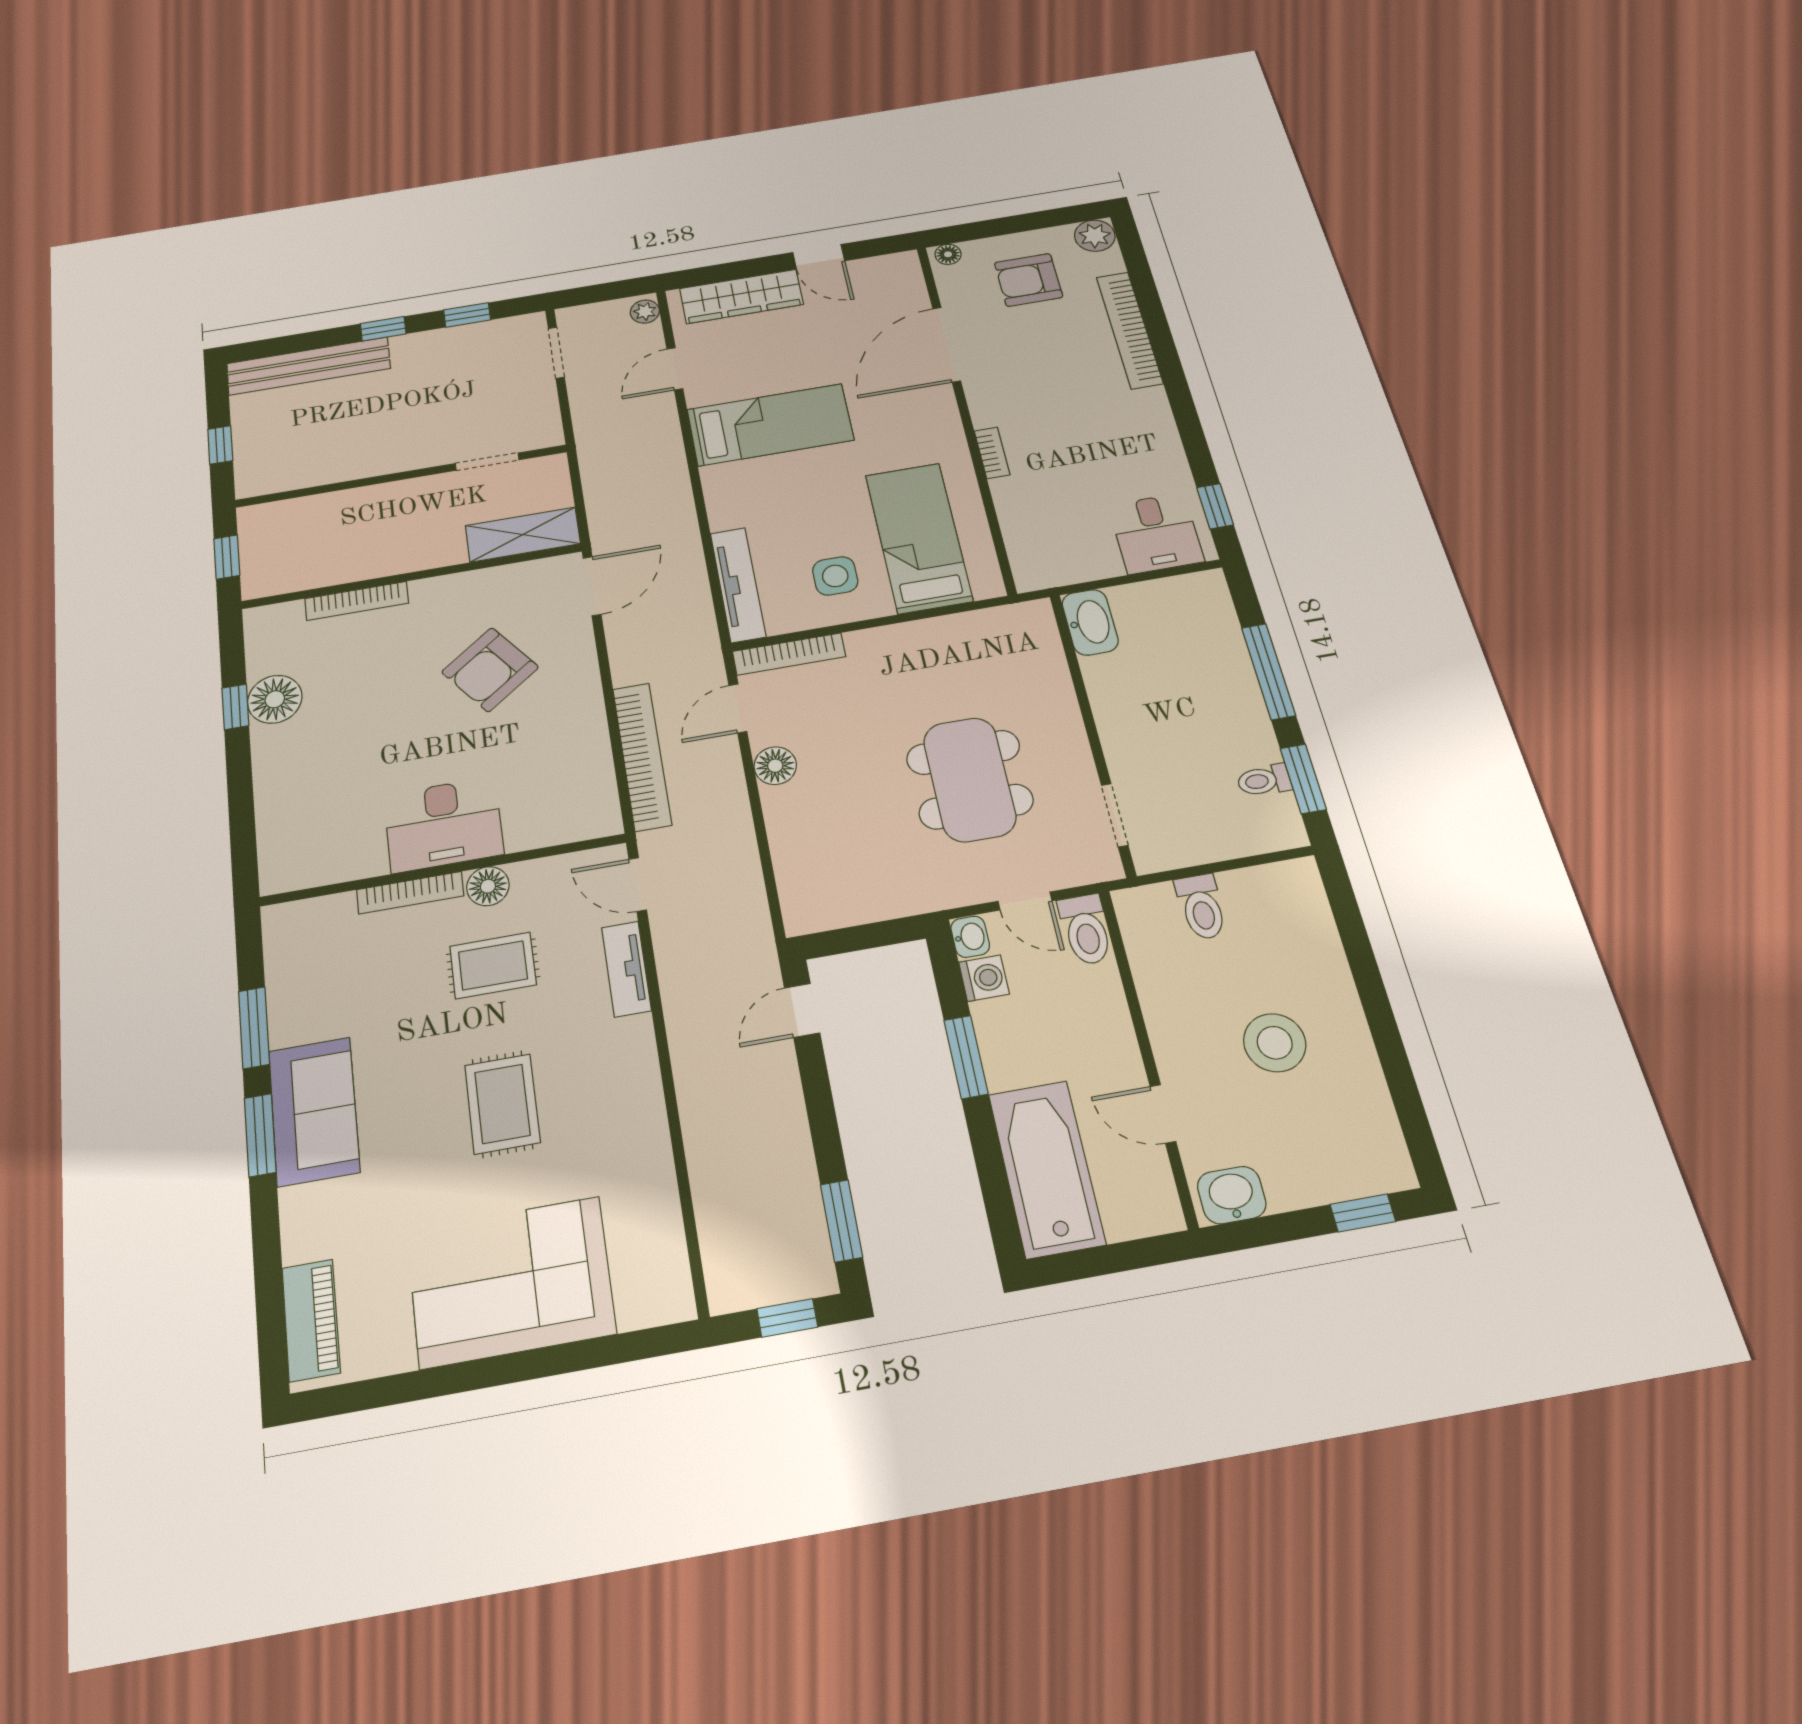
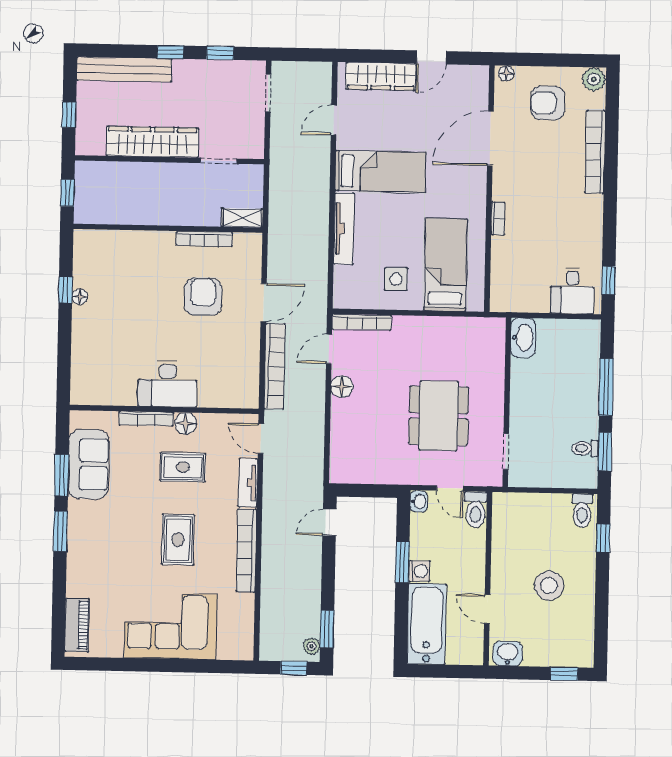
door: (819, 257) -> (431, 57), hinge flipped
plant: (645, 312) -> (312, 646), moved
wardrobe: (369, 456) -> (153, 142), added
shelving: (523, 535) -> (242, 218), width x0.67, depth x0.75
tv unit: (738, 585) -> (344, 229), moved
door: (592, 586) -> (264, 303), moved
bookcase: (357, 601) -> (204, 239), moved
armchair: (490, 670) -> (203, 297), turned 127
floor lamp: (275, 699) -> (80, 297), width x0.53, depth x0.53
toilet: (1201, 907) -> (582, 511), moved
window: (1353, 932) -> (603, 538), added
washing machine: (984, 978) -> (419, 571), moved
bookcase: (645, 1097) -> (246, 550), added
sofa: (314, 1111) -> (89, 464), moved

